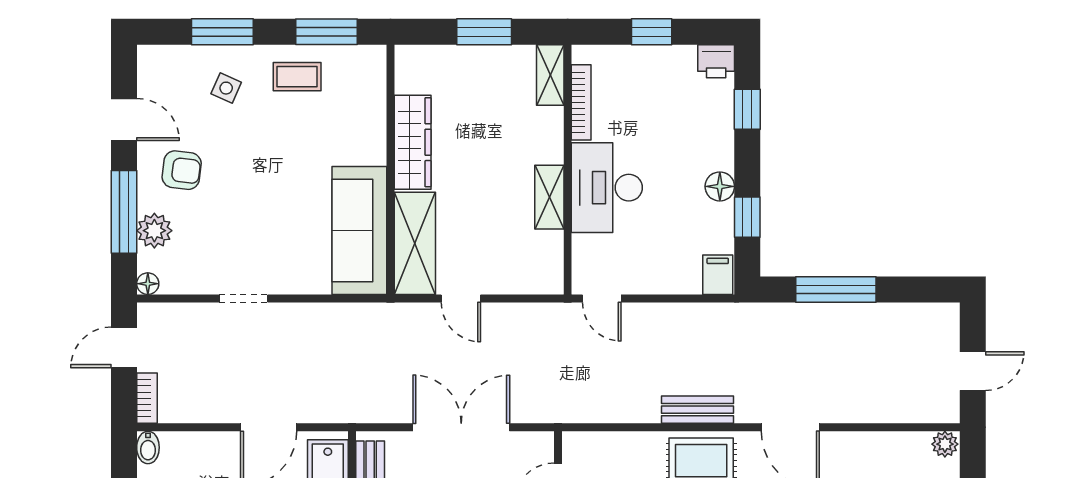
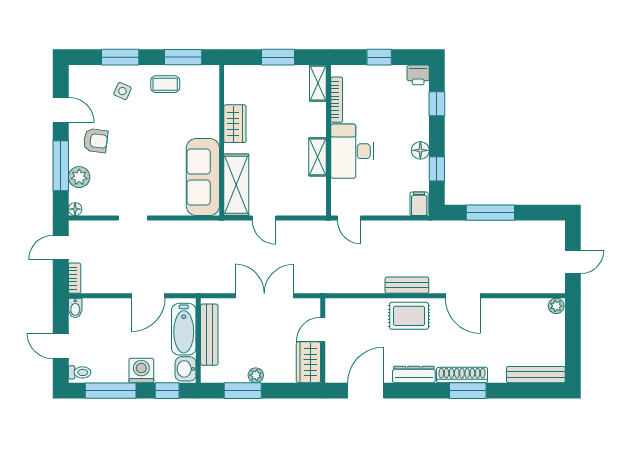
wardrobe: (413, 142) -> (235, 124), width x0.67

